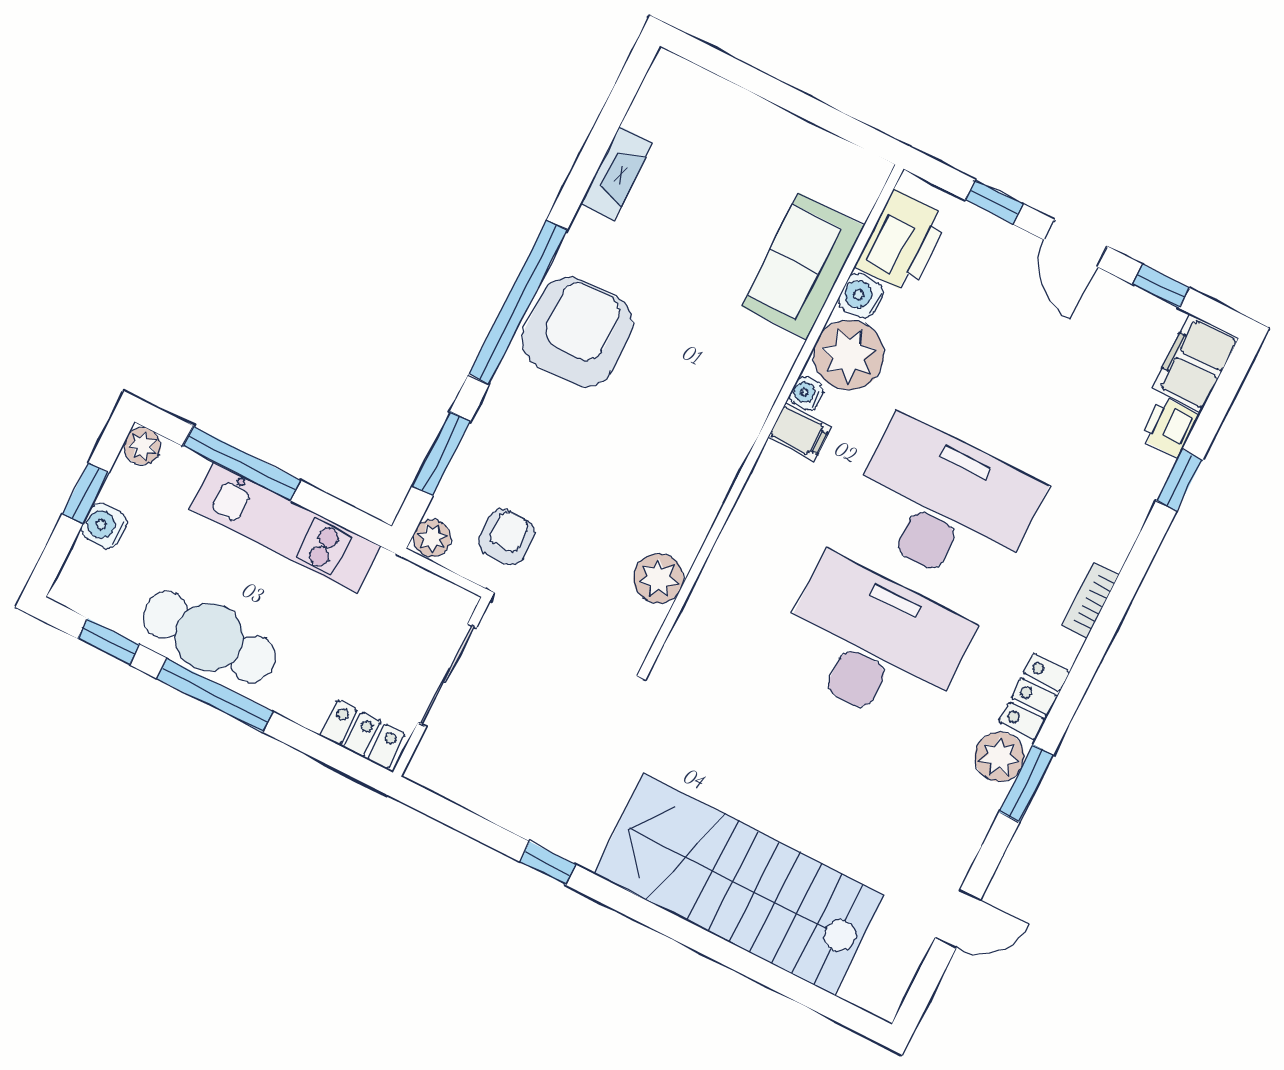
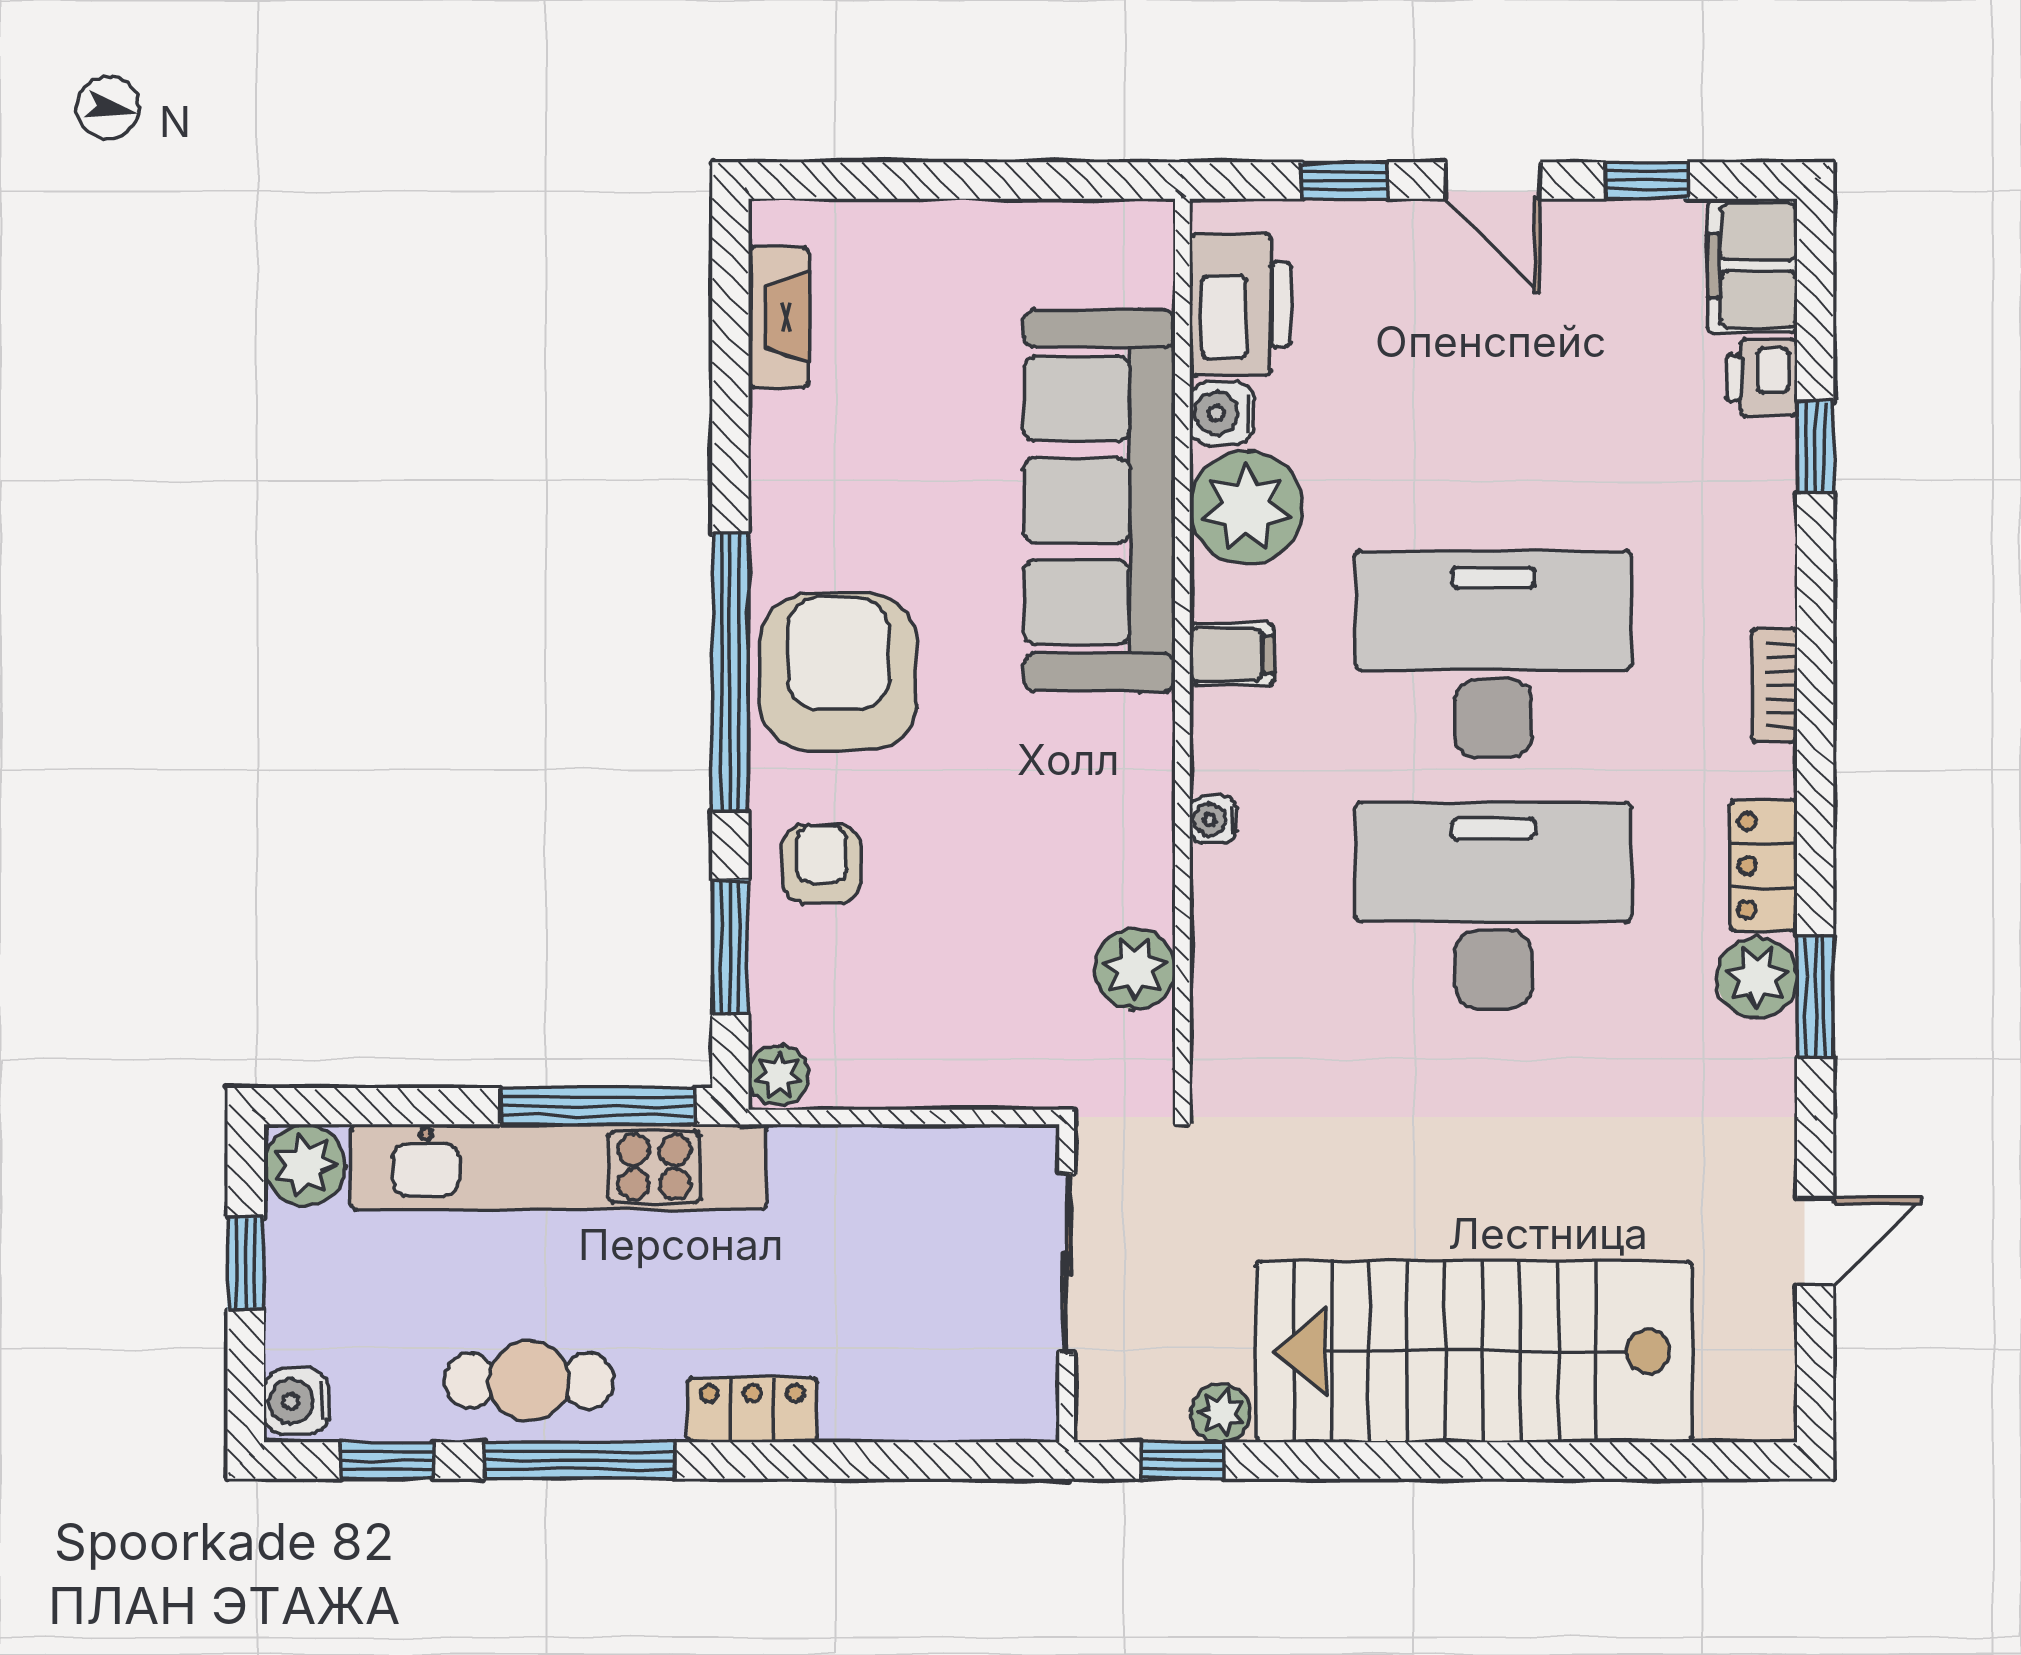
fireplace: (616, 173) -> (779, 317), moved
sofa: (803, 266) -> (1099, 500), width x1.85, depth x1.27
water cooler: (806, 393) -> (1213, 820), moved
plant: (142, 446) -> (305, 1165), width x1.38, depth x1.38
window: (242, 463) -> (597, 1106), moved
water cooler: (104, 526) -> (296, 1401), moved
kitchen unit: (285, 527) -> (559, 1167), width x1.36
armchair: (506, 537) -> (822, 864), moved
cafe table: (209, 637) -> (529, 1381), width x0.73, depth x0.74
sliding door: (447, 675) -> (1067, 1263), moved
wall: (441, 687) -> (1067, 1283), moved
locker: (363, 735) -> (752, 1410), moved
plant: (582, 848) -> (1221, 1413), added

